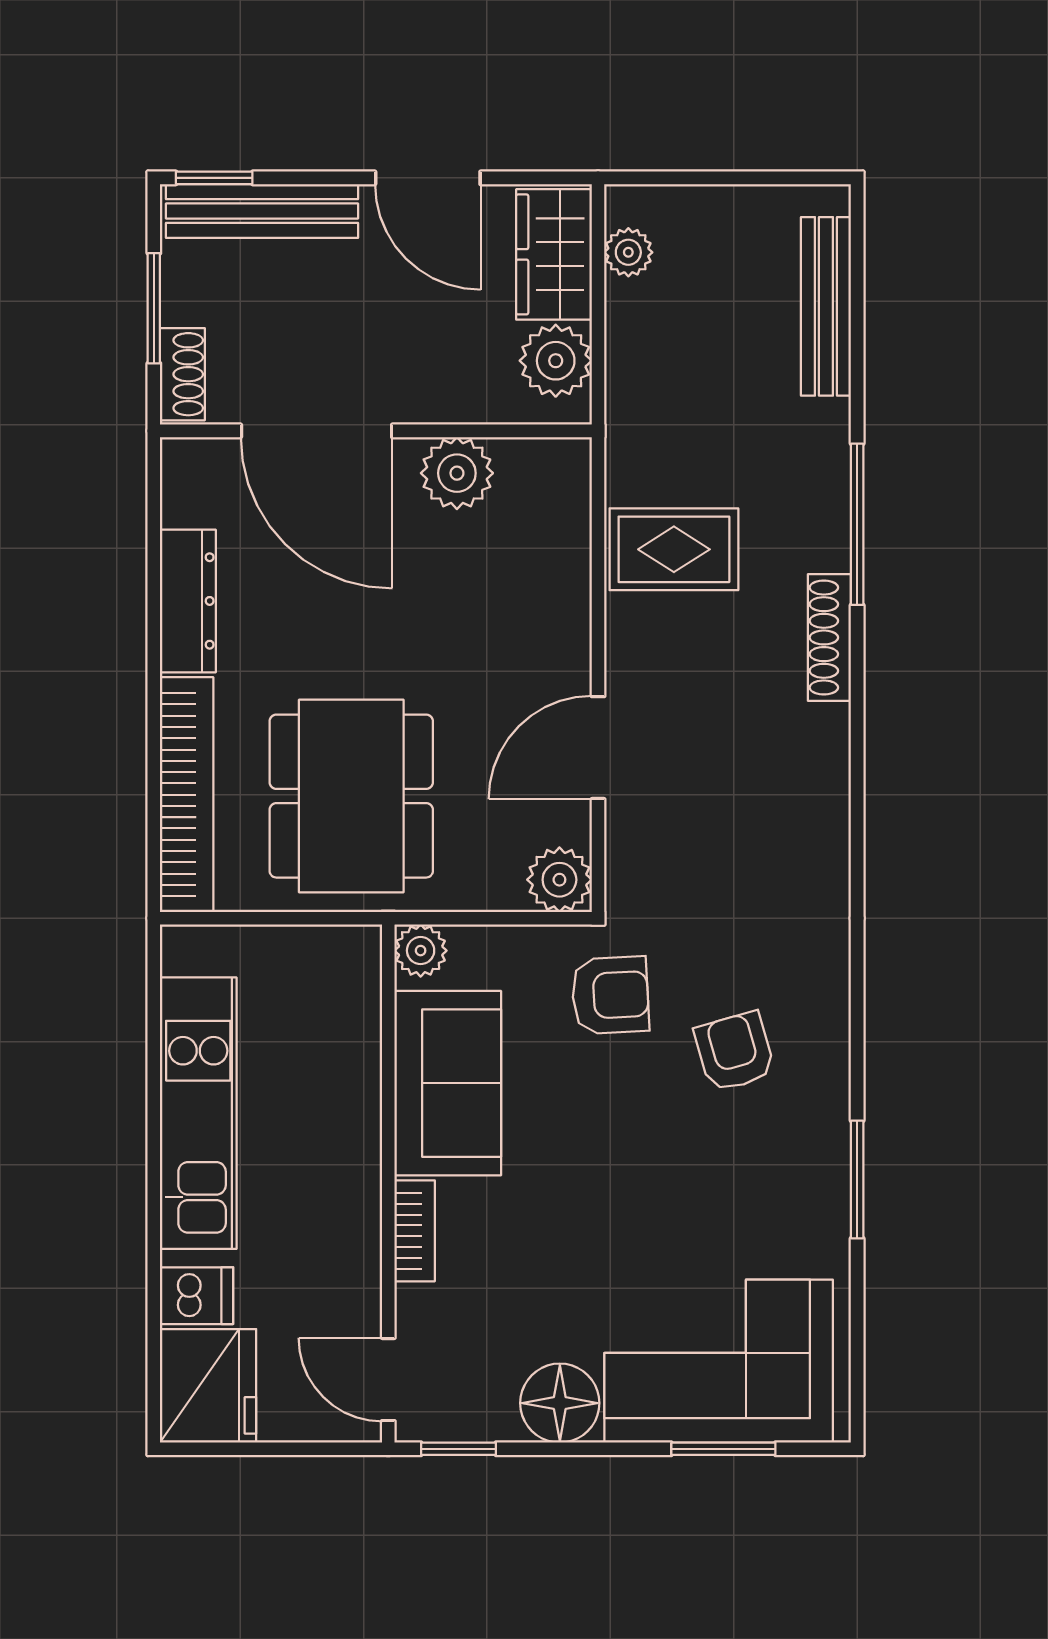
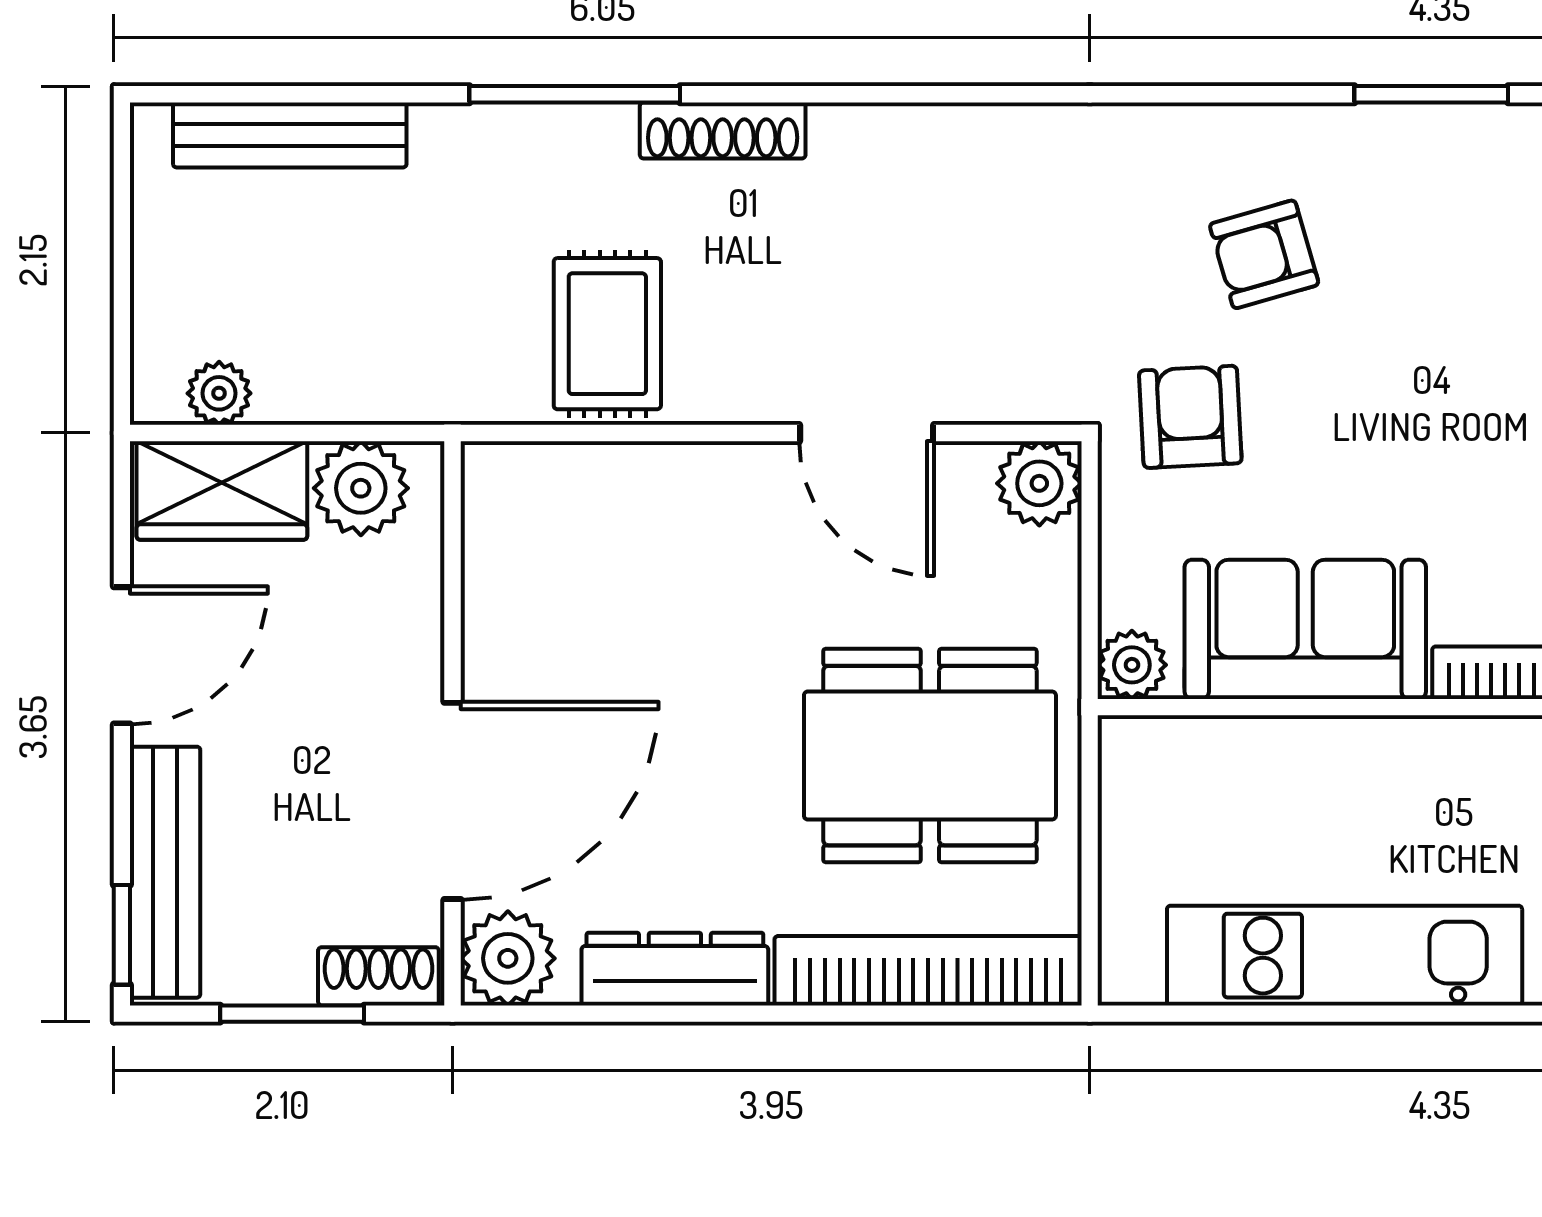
plant: (457, 473) -> (508, 958), moved

